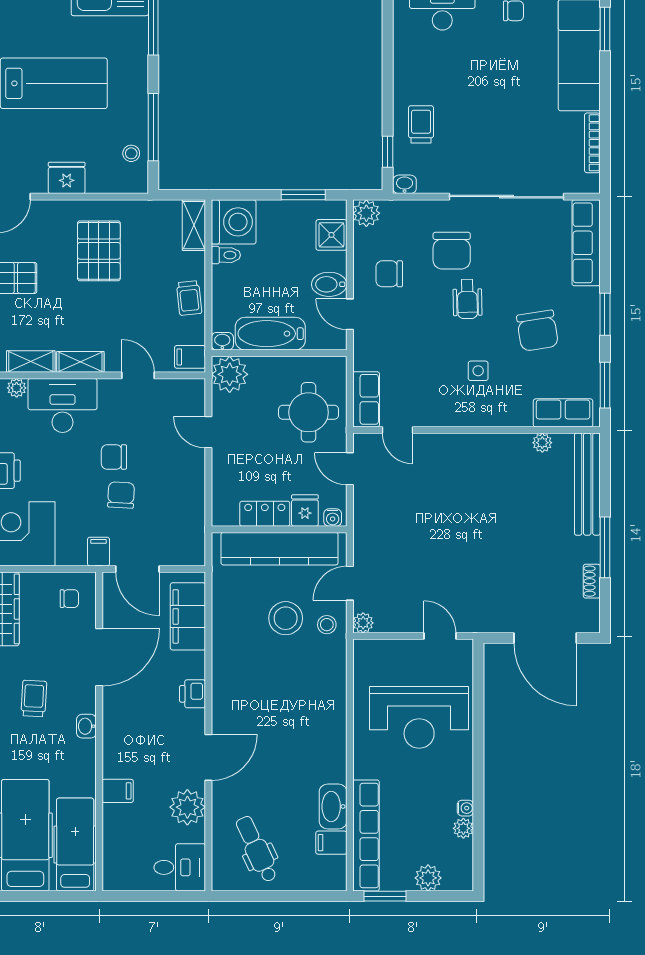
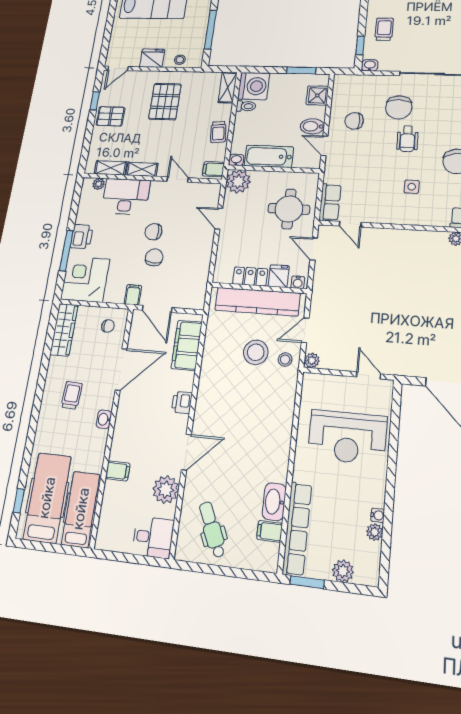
stool: (131, 153) -> (180, 60), moved
plant: (366, 213) -> (342, 83), removed

